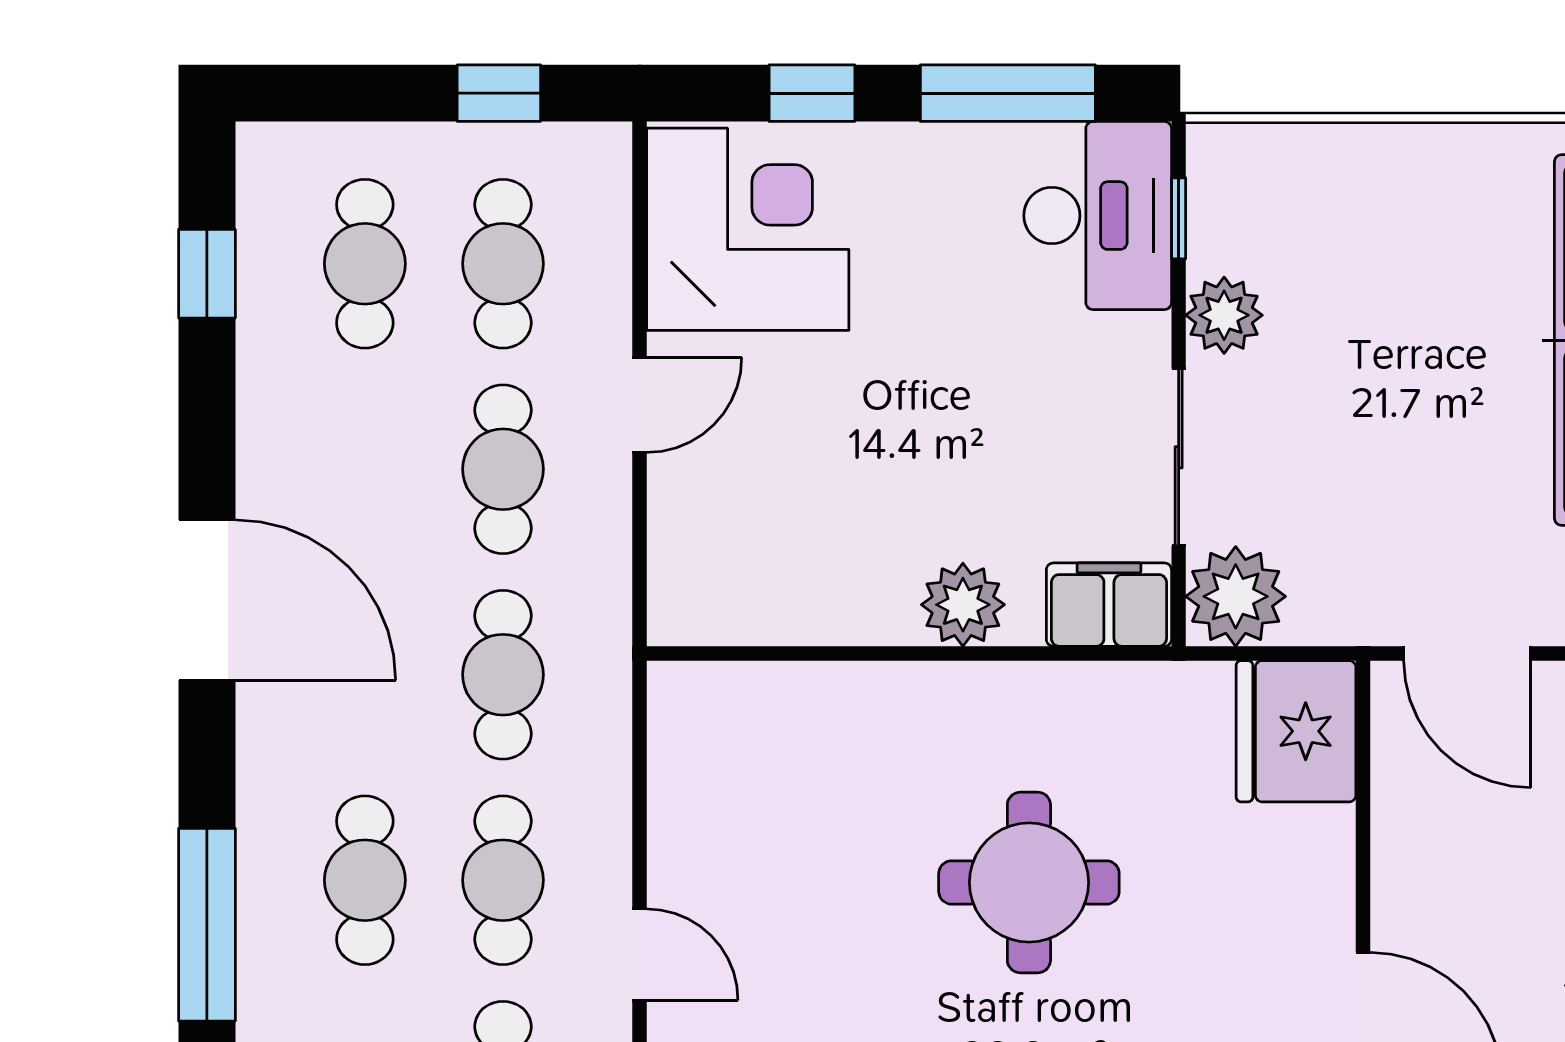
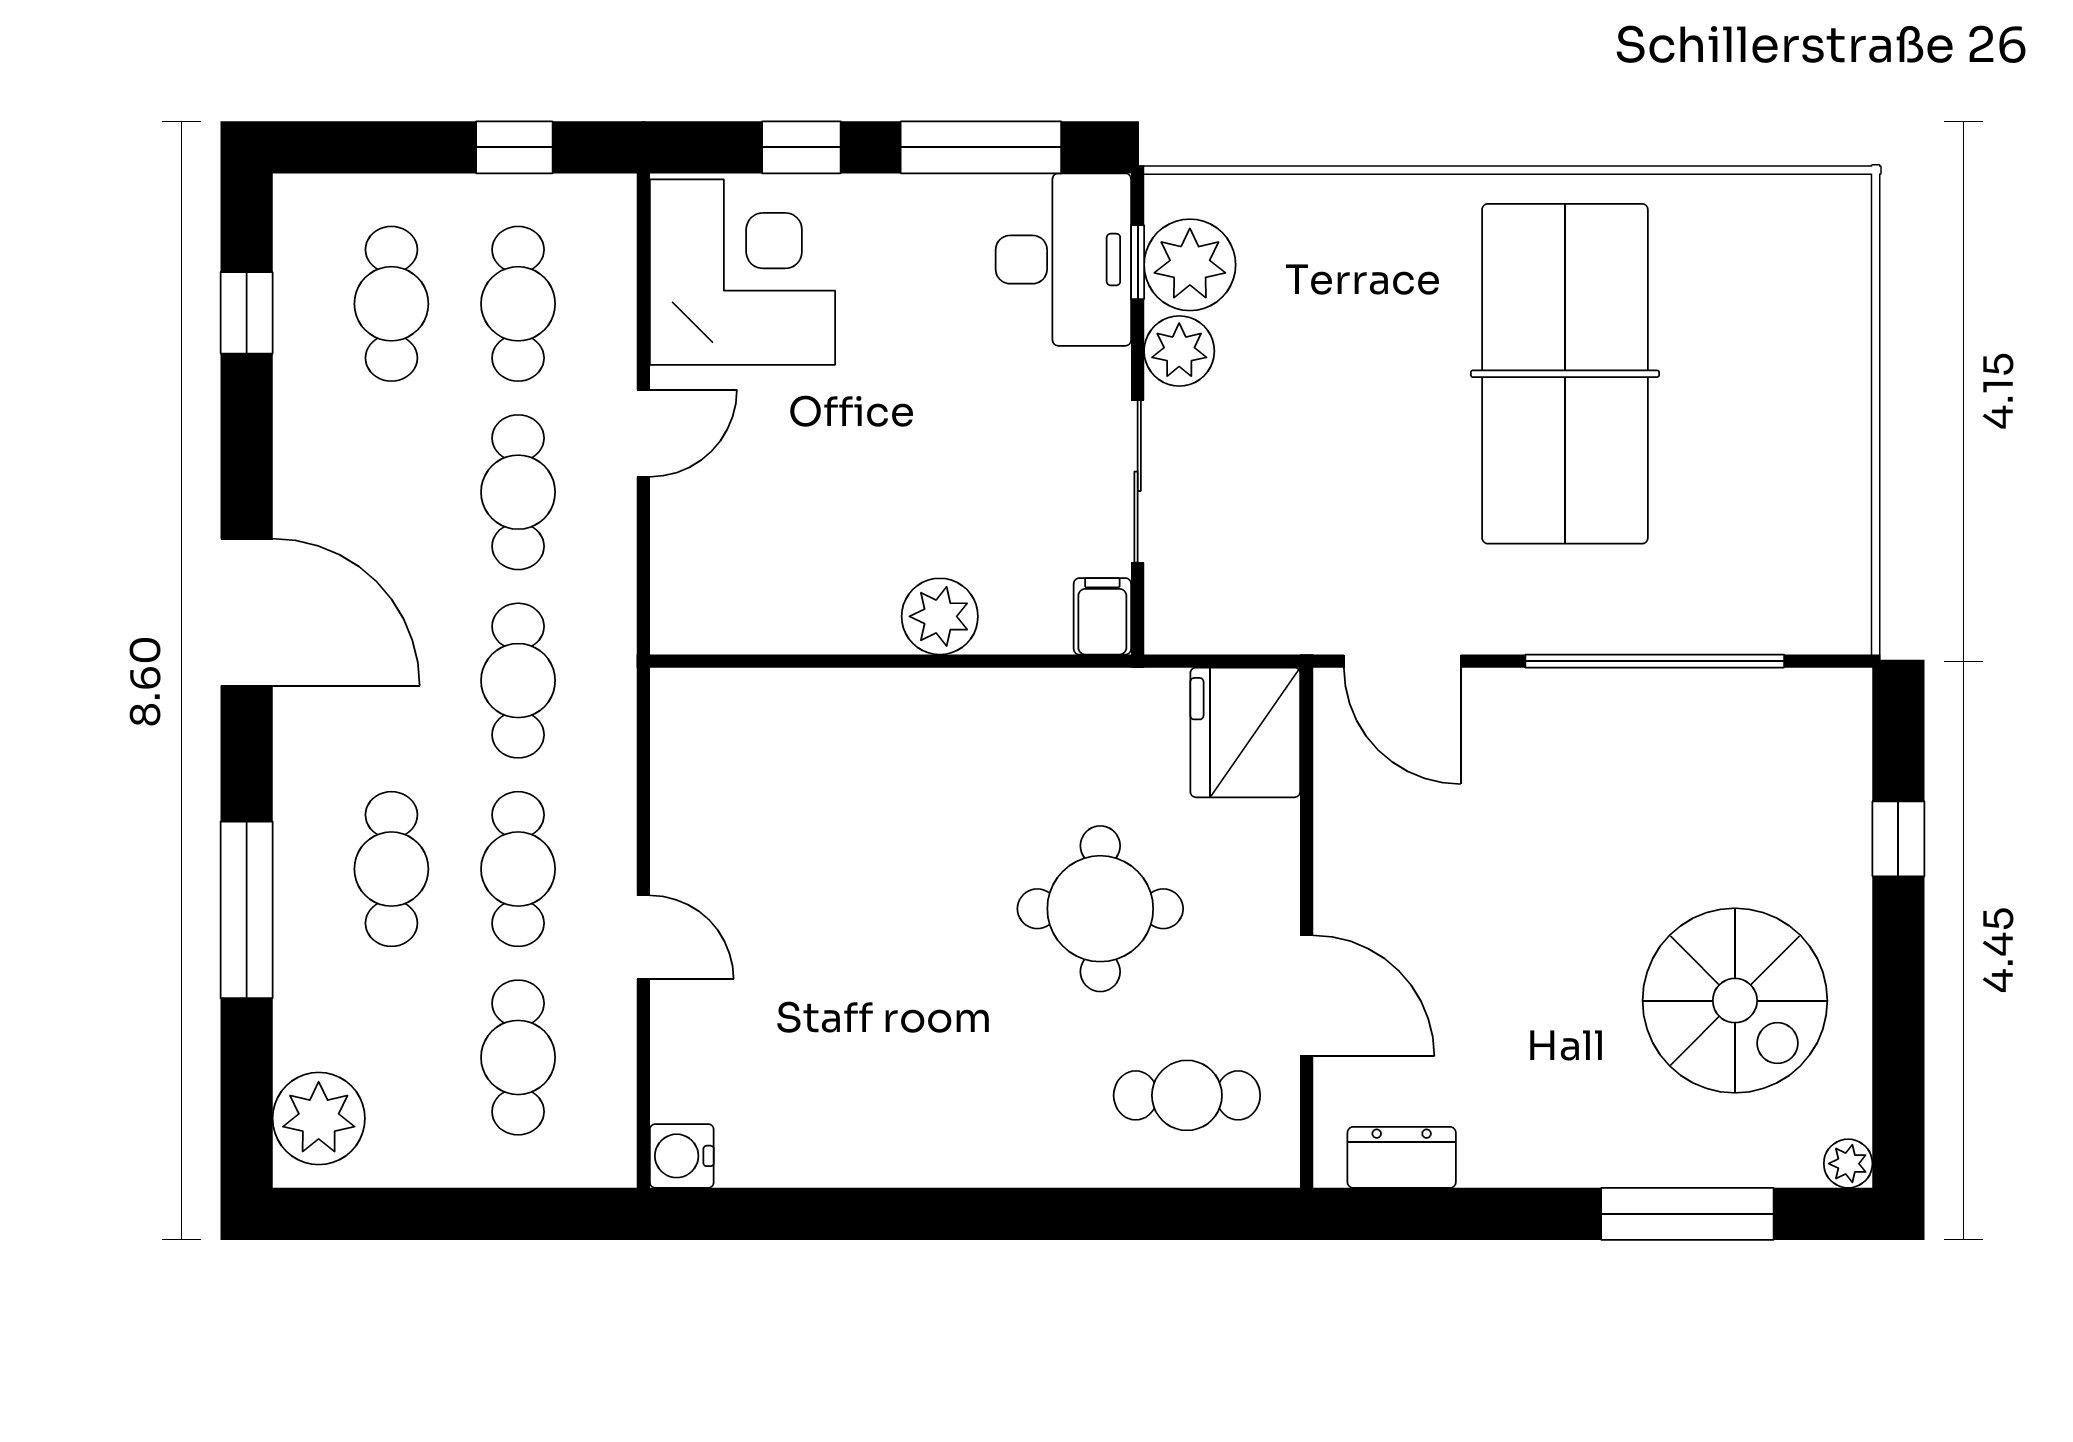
plant: (1236, 596) -> (1190, 265), moved
filing cabinet: (1109, 605) -> (1102, 616), width x0.50
round table: (1029, 882) -> (1100, 909), moved

